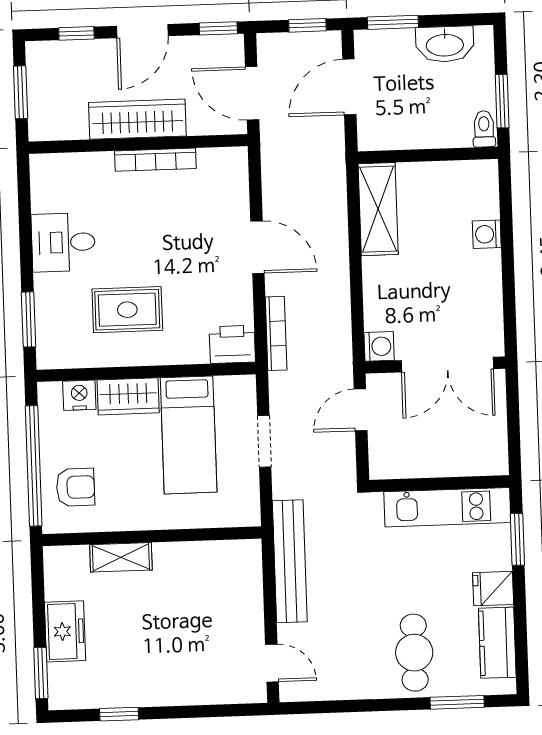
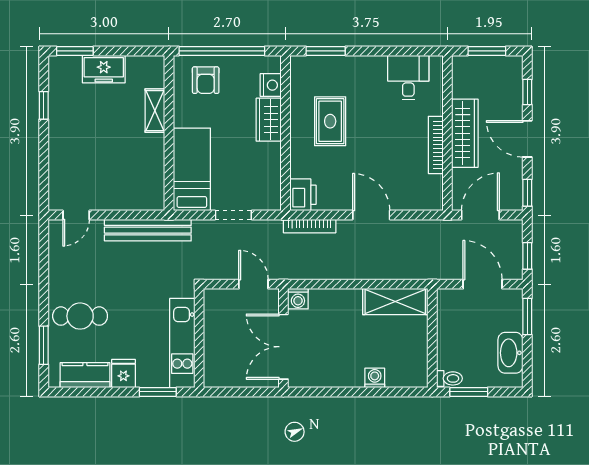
desk: (63, 242) -> (408, 78), moved
door: (257, 247) -> (371, 215), swing flipped
bed: (189, 435) -> (192, 169), moved, turned 90

